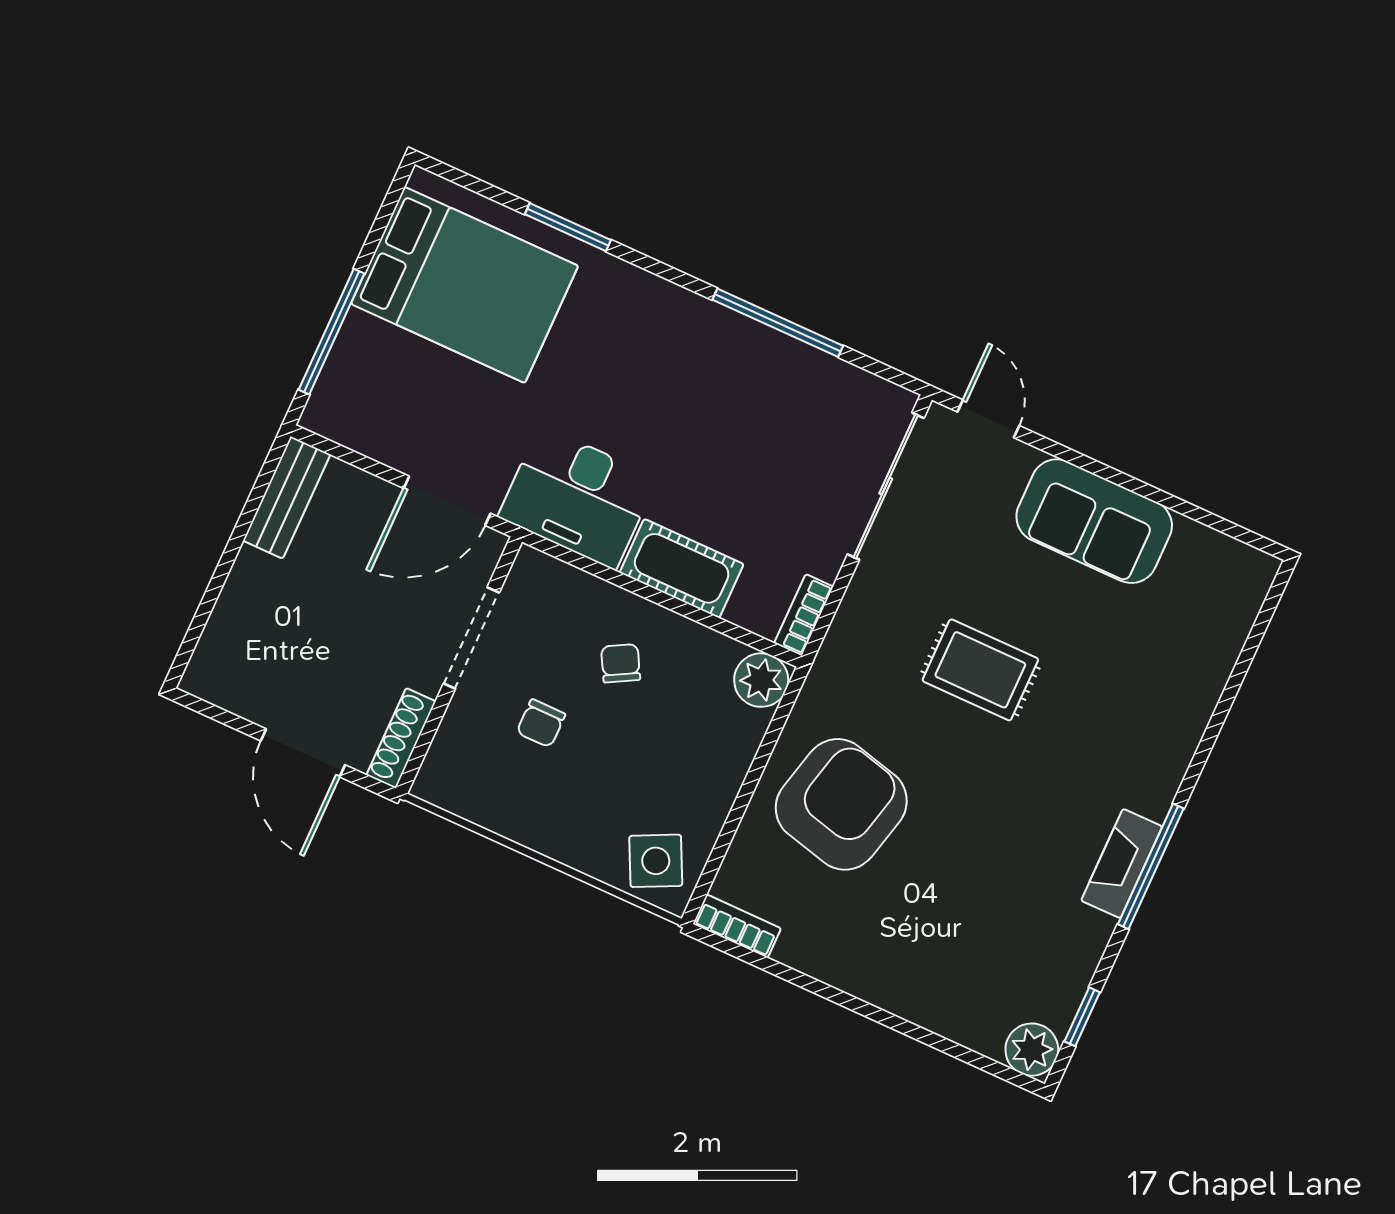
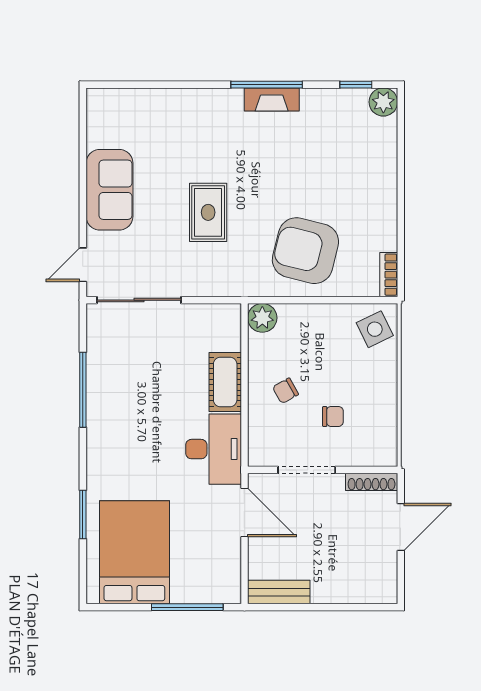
bookcase: (804, 615) -> (221, 312), removed

